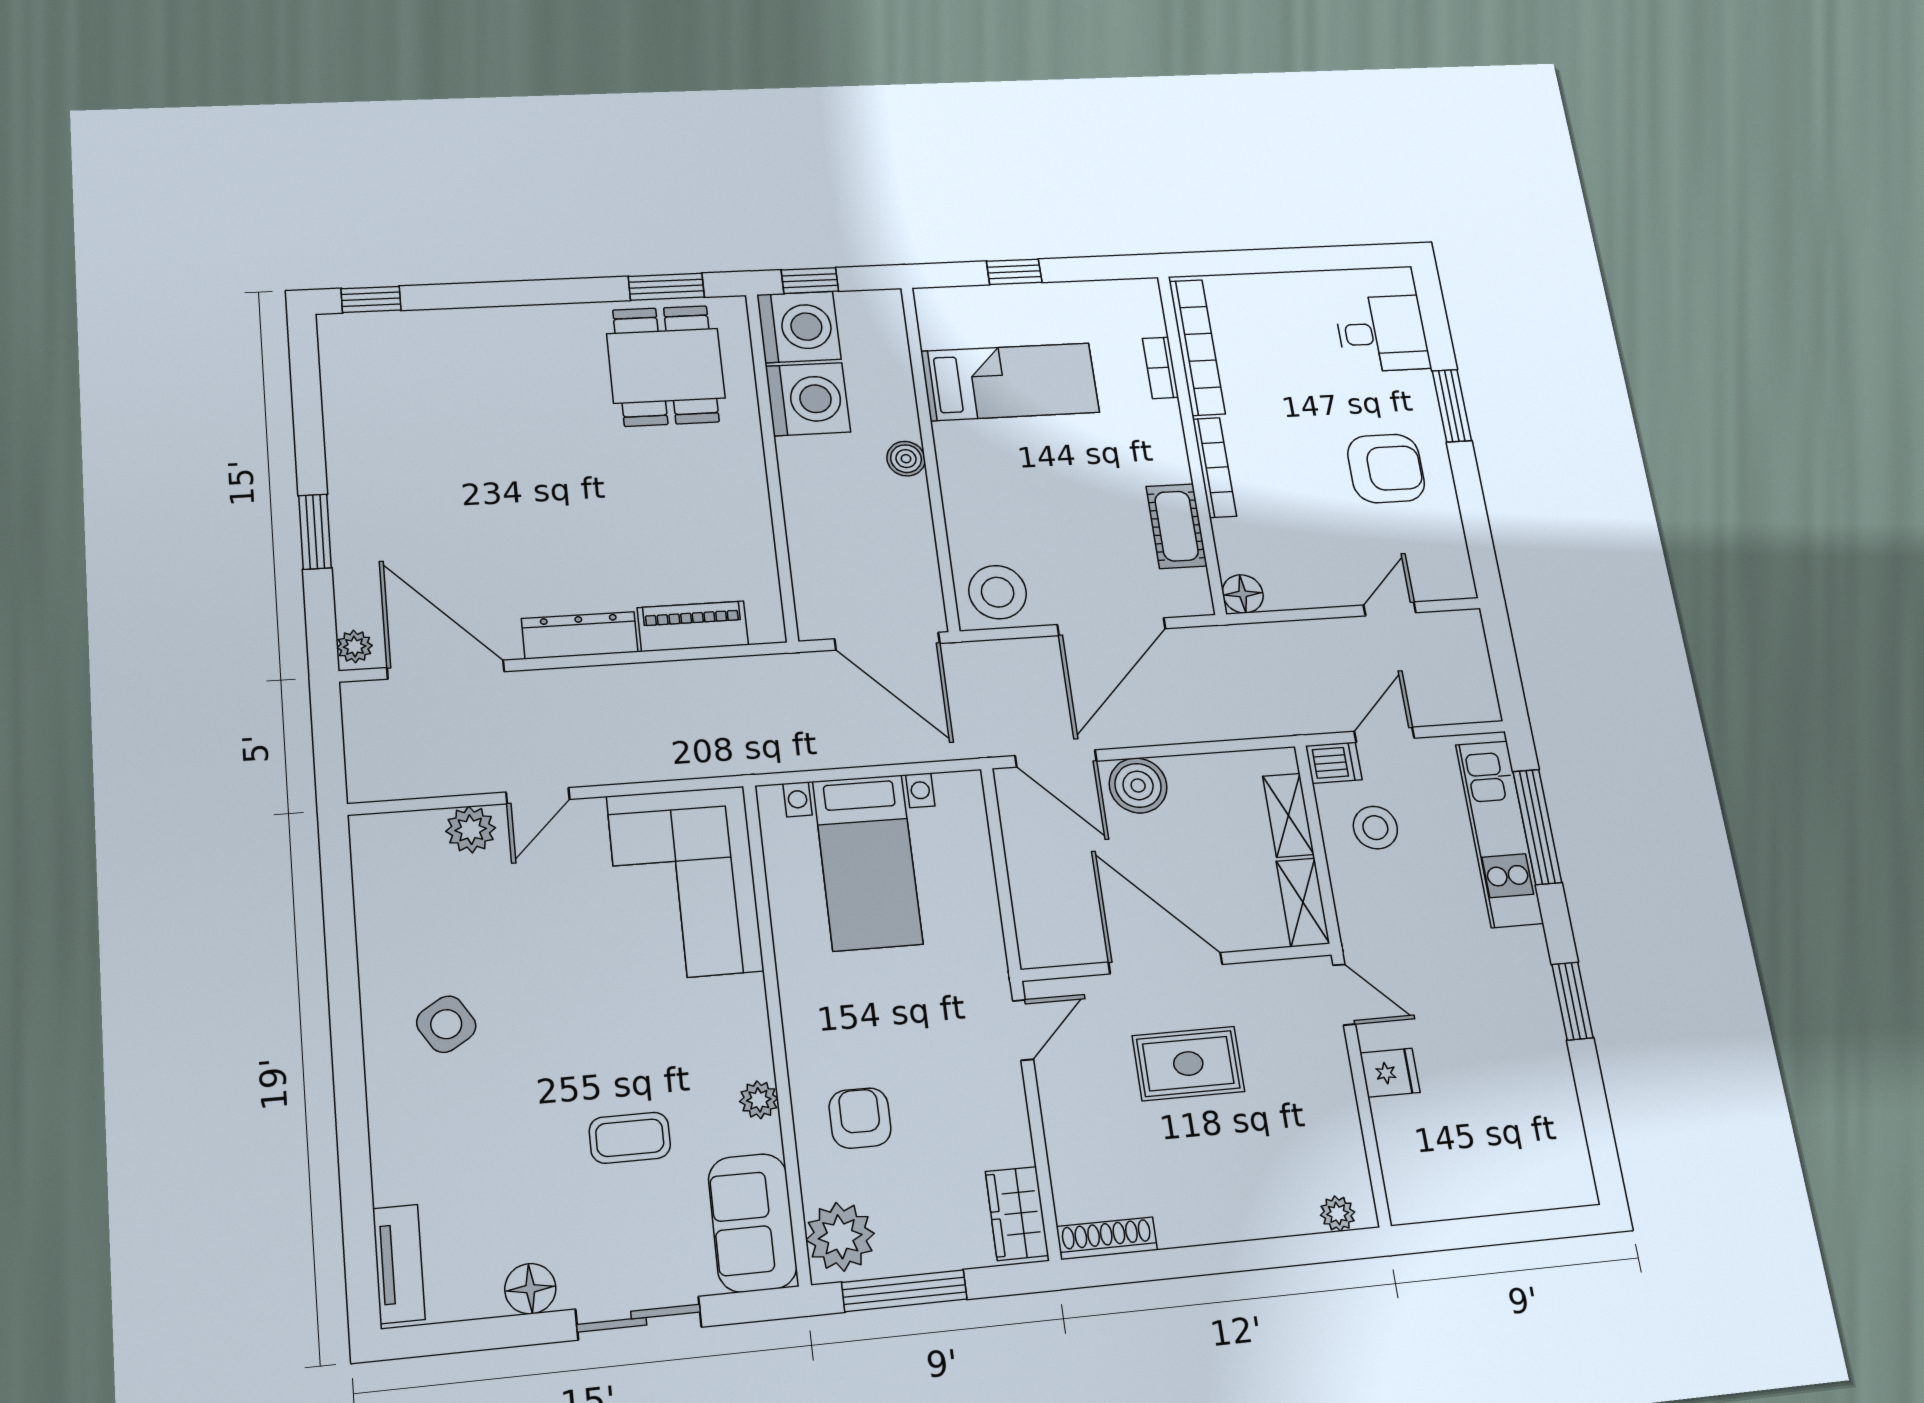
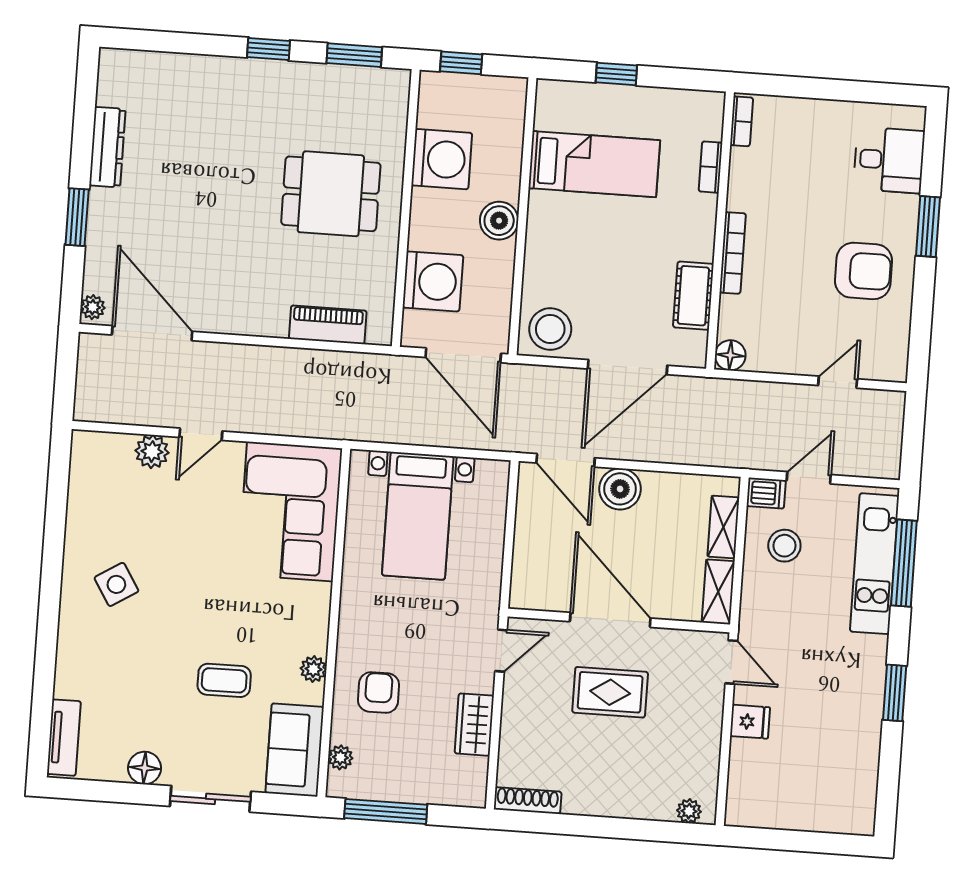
window: (371, 299) -> (269, 49), moved
washing machine: (799, 327) -> (433, 281), moved
bookcase: (1197, 347) -> (742, 121), width x0.43, depth x0.76
dining table: (666, 366) -> (331, 194), moved, turned 90
boiler: (906, 459) -> (499, 221), width x1.36, depth x1.36
dresser: (580, 635) -> (107, 147), moved, turned 90
wardrobe: (1017, 1213) -> (474, 725), moved
plant: (840, 1237) -> (340, 757), width x0.53, depth x0.53

